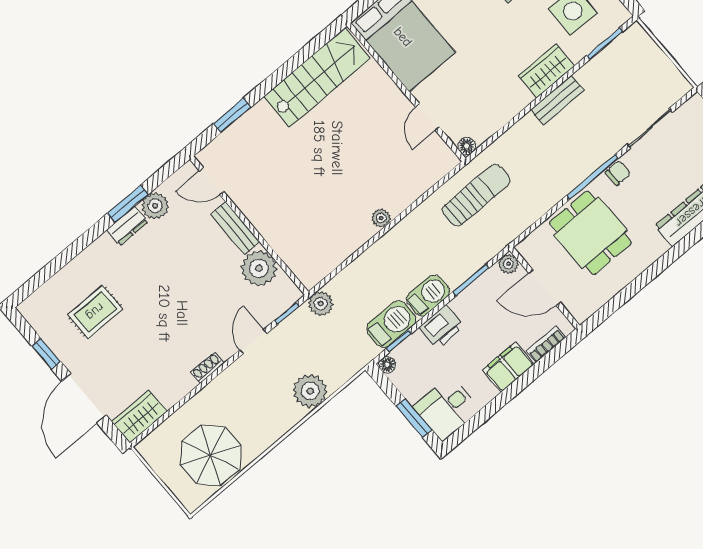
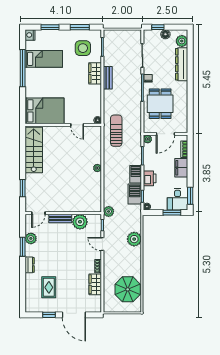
dresser: (127, 226) -> (30, 265), moved
dining table: (590, 233) -> (160, 104), turned 90
wardrobe: (139, 417) -> (95, 284), moved
window: (472, 425) -> (190, 196), added

